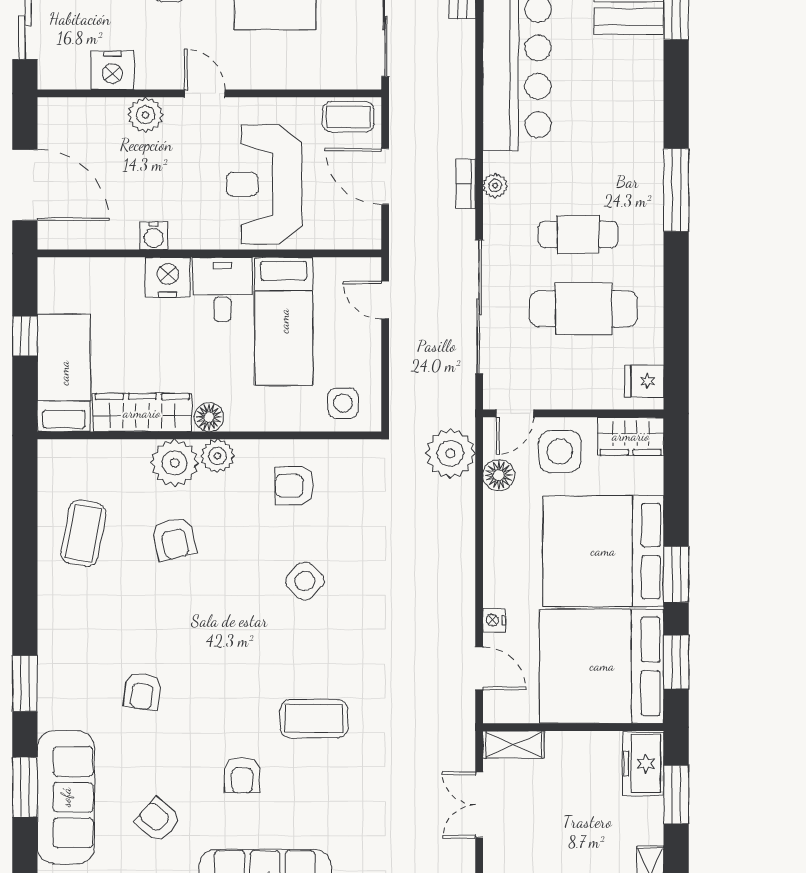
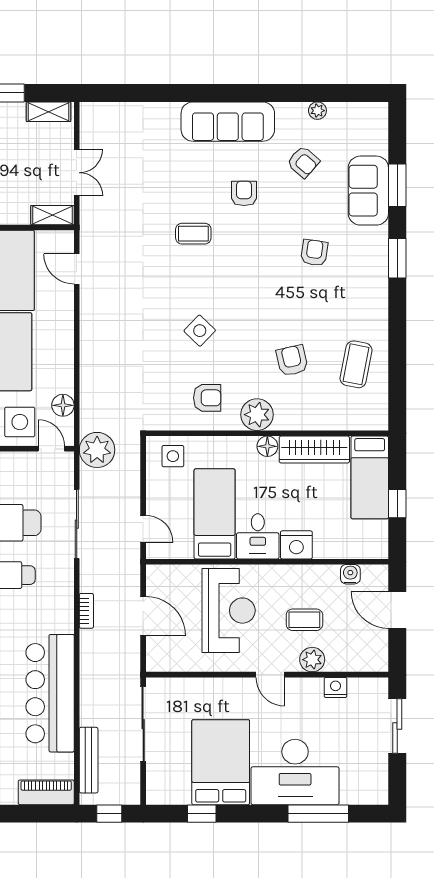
nightstand: (112, 70) -> (336, 688), width x0.74, depth x0.75
coffee table: (348, 117) -> (304, 620), moved
door: (25, 185) -> (397, 610), width x0.73
plant: (495, 186) -> (65, 610), removed
water cooler: (154, 236) -> (350, 574), moved
sliding door: (479, 307) -> (77, 524), width x0.73
door: (515, 413) -> (51, 449), hinge flipped
plant: (450, 453) -> (97, 450), moved
plant: (218, 456) -> (257, 415), width x1.36, depth x1.36
plant: (175, 463) -> (292, 414), removed
nightstand: (494, 620) -> (66, 303), removed
coffee table: (314, 719) -> (193, 234), width x0.73, depth x0.77
sofa: (66, 797) -> (368, 191), width x0.73

